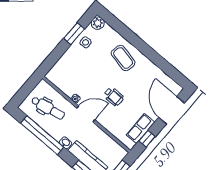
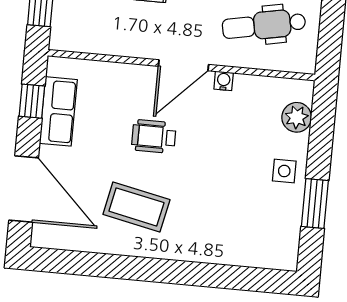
plant: (98, 23) -> (297, 117), moved
side table: (86, 42) -> (284, 171), moved
coffee table: (123, 58) -> (136, 207), moved

